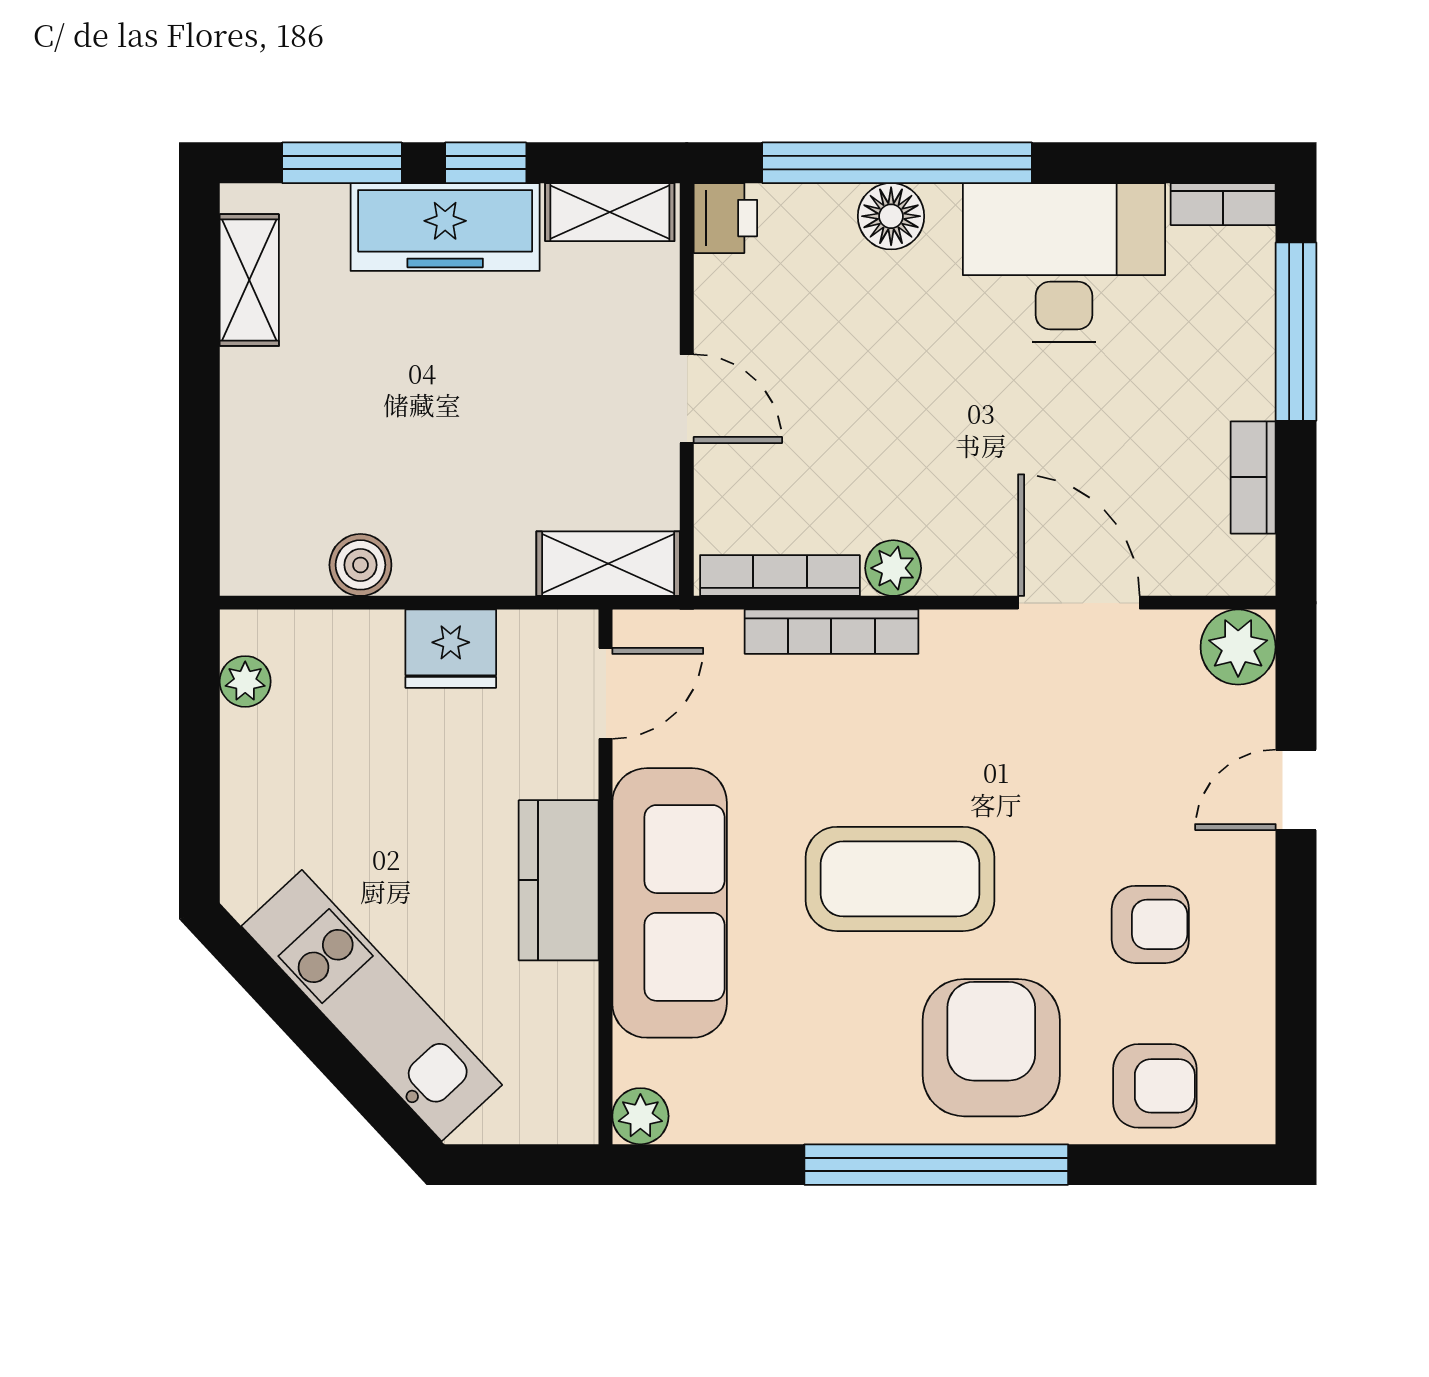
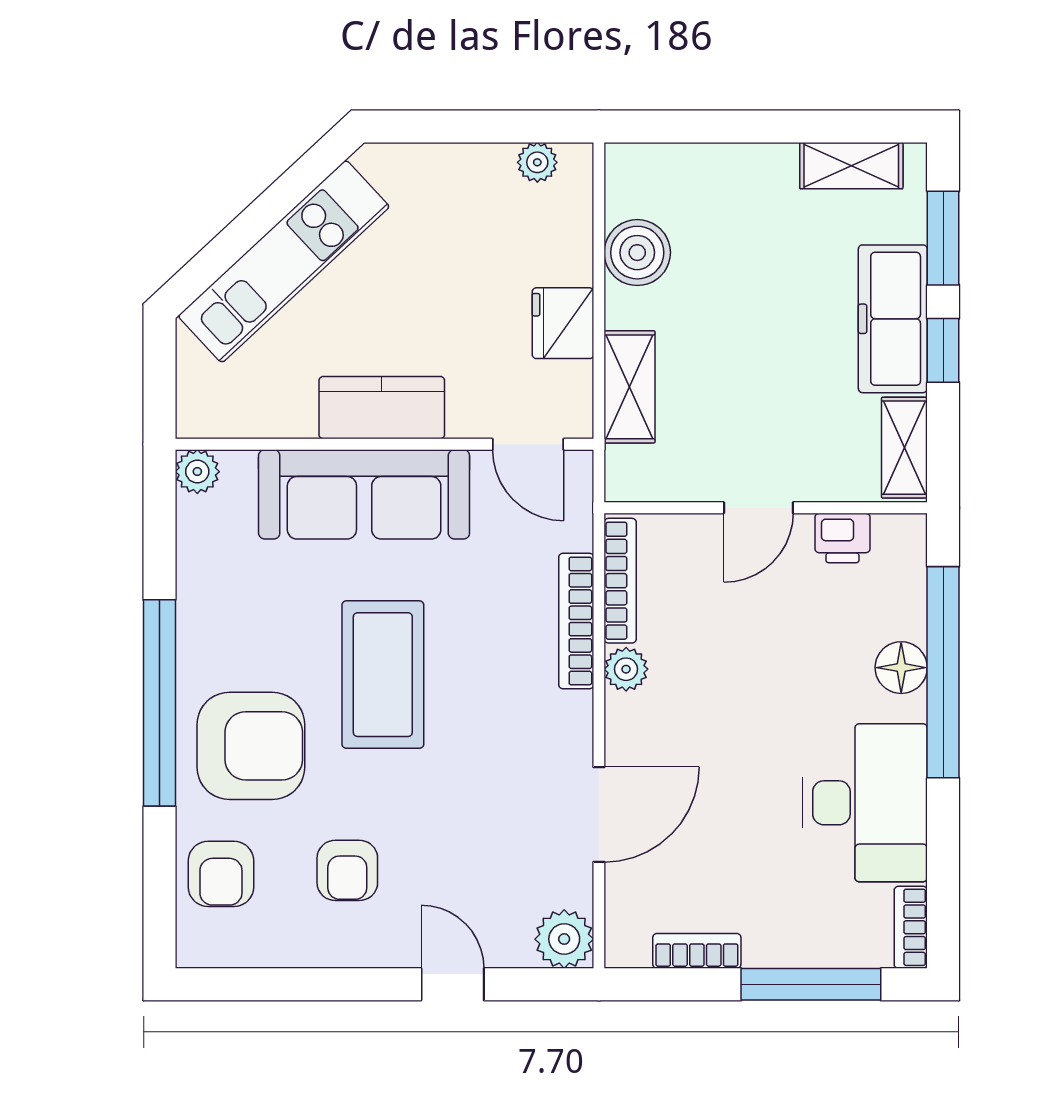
printer: (725, 218) -> (842, 538), moved
shelving: (608, 564) -> (629, 387), moved
boiler: (360, 565) -> (637, 253), width x1.36, depth x1.36

